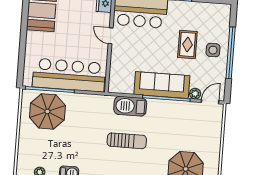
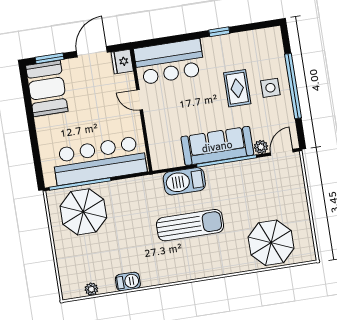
sun lounger: (127, 141) -> (190, 225), width x1.36, depth x1.34

